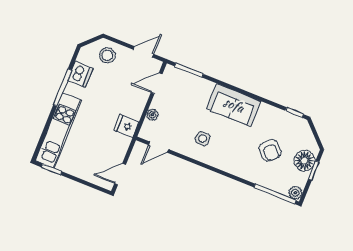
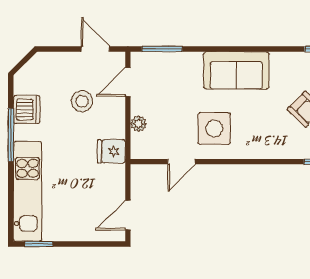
door: (143, 52) -> (95, 49), hinge flipped
stool: (107, 55) -> (82, 101), moved
side table: (203, 139) -> (214, 129), width x1.87, depth x1.87
door: (159, 147) -> (181, 162), moved

